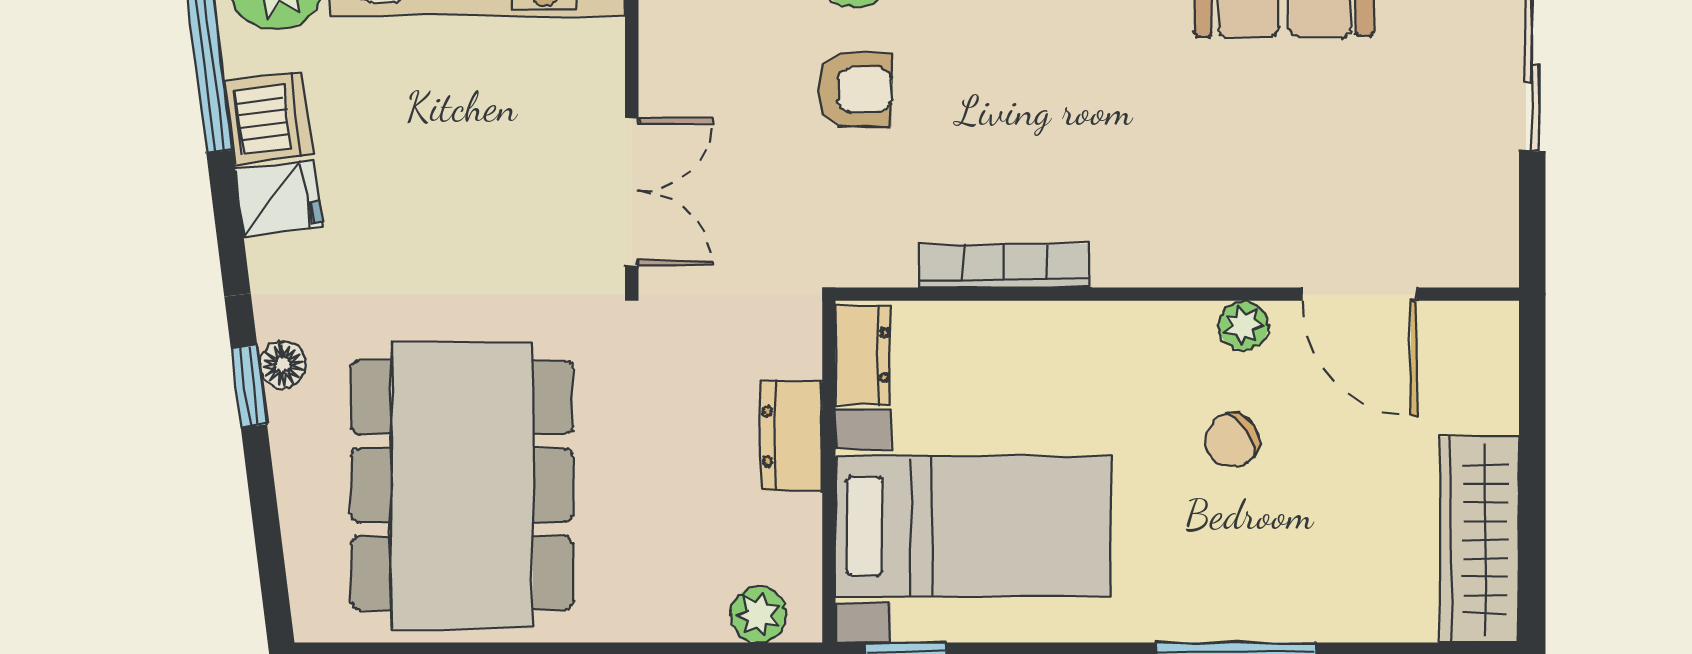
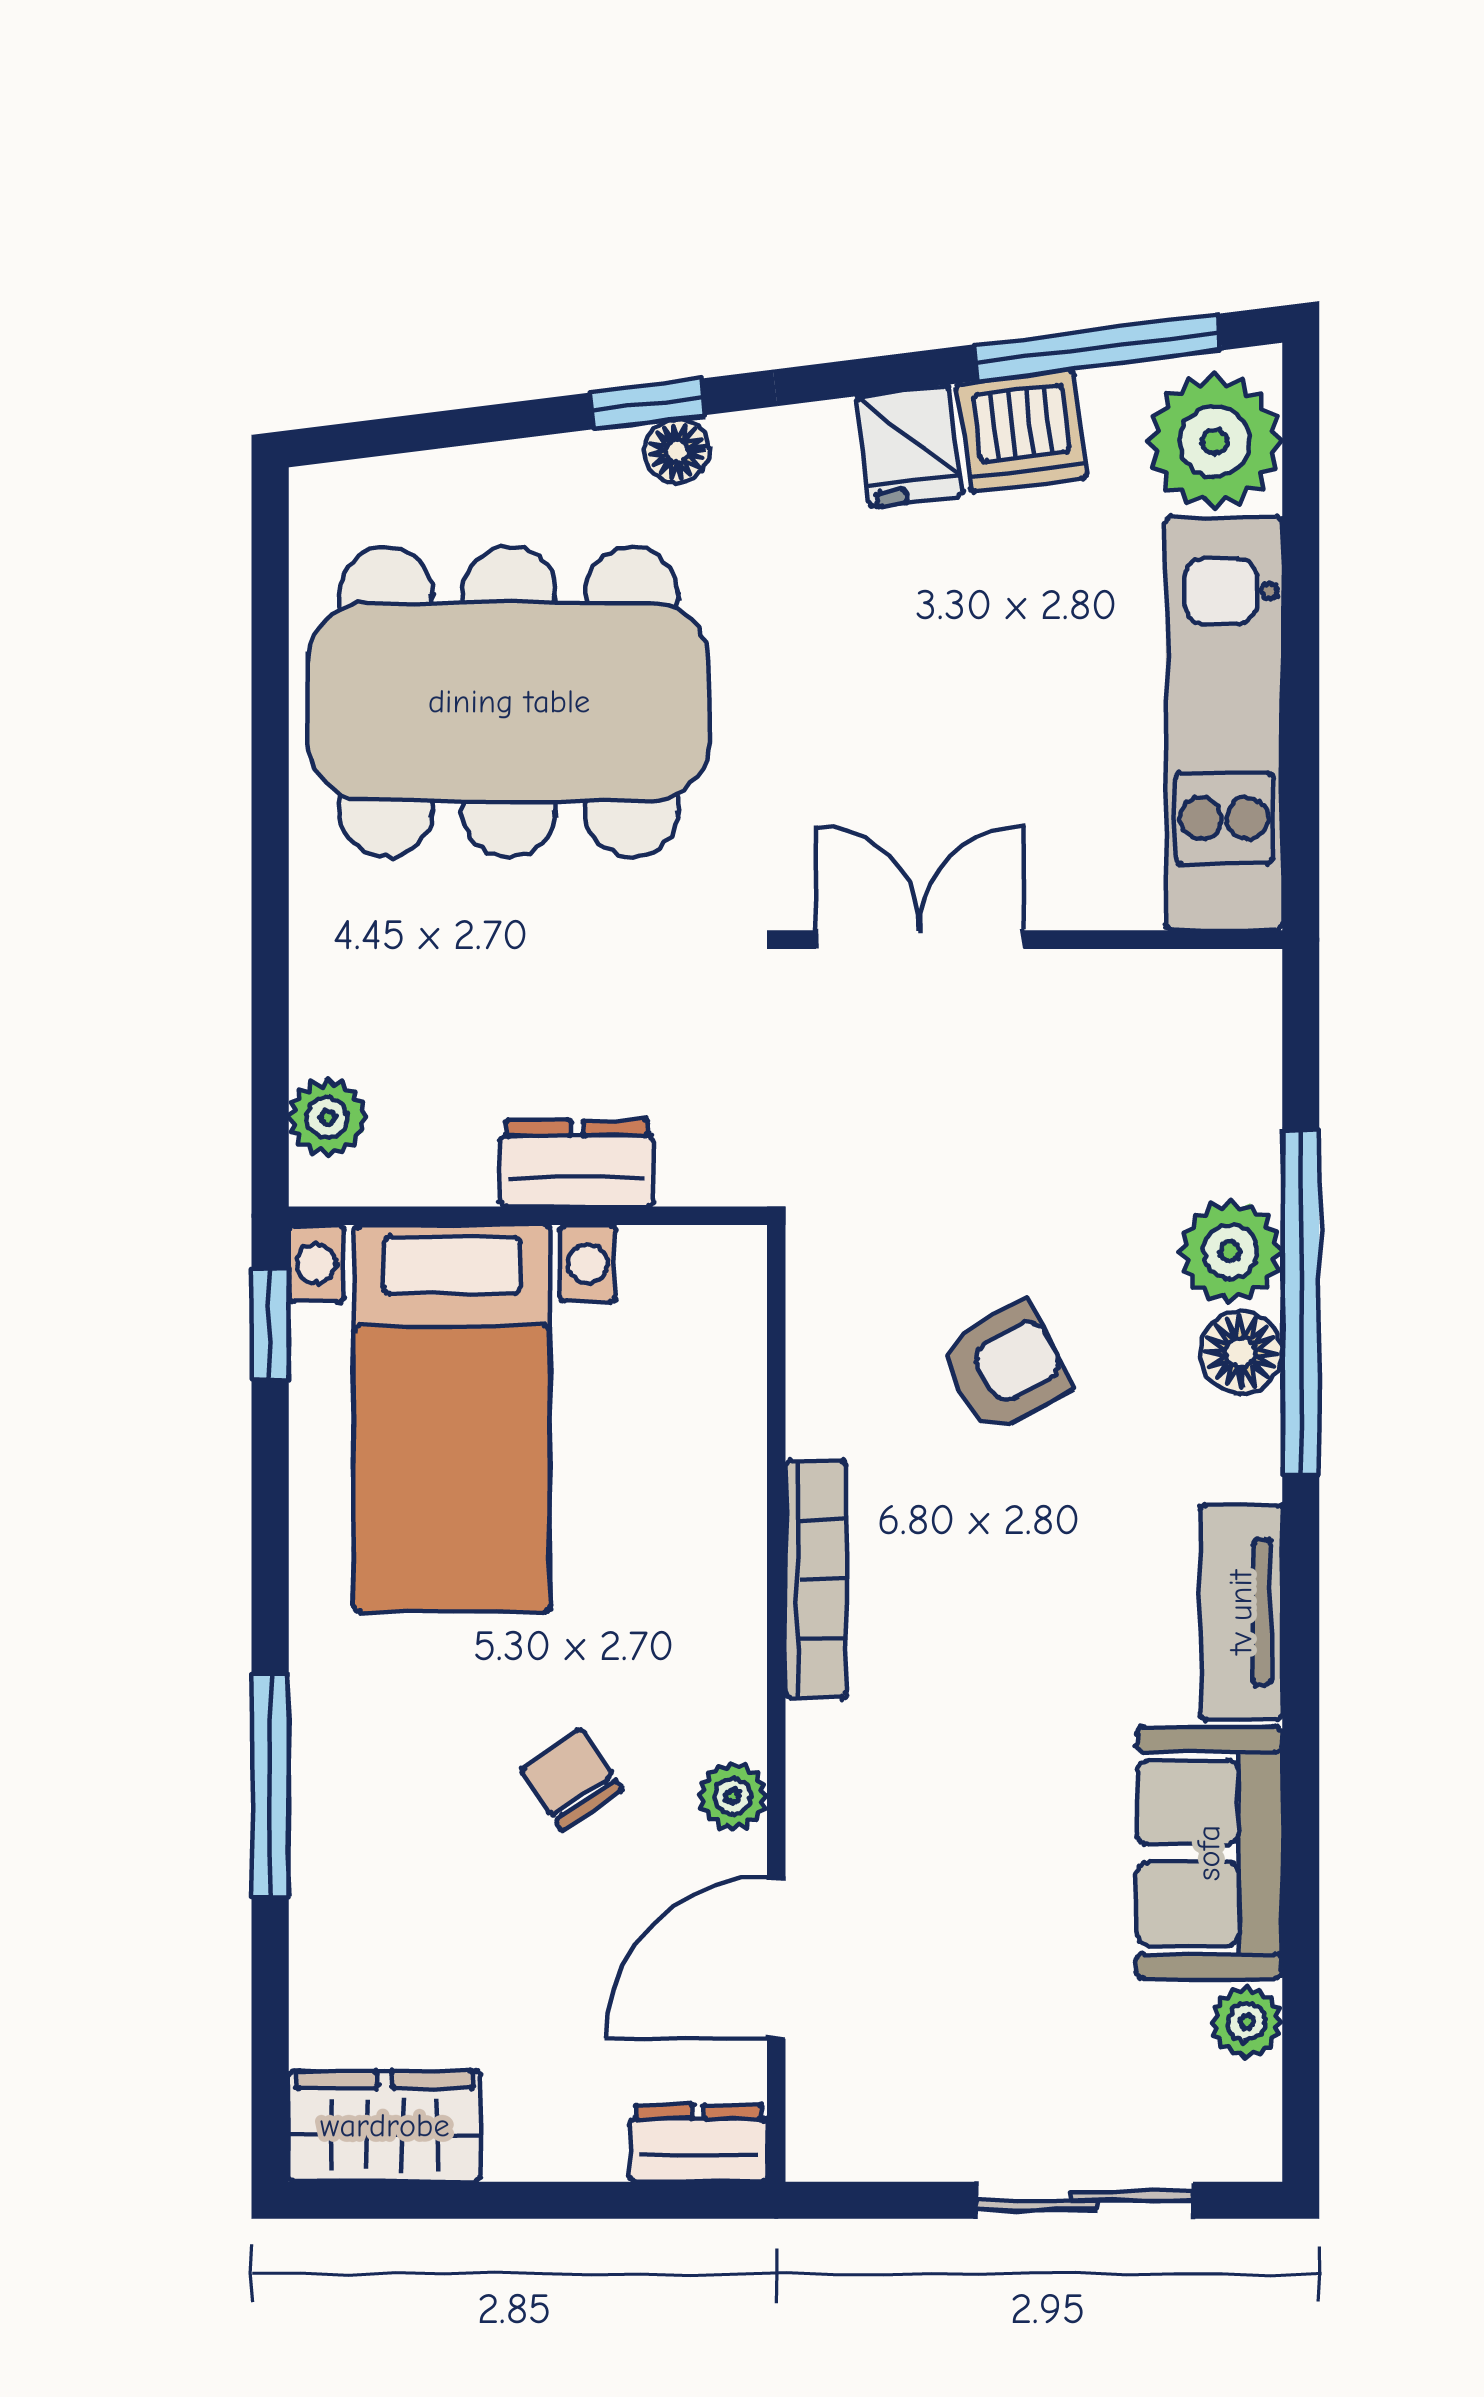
armchair: (855, 90) -> (1005, 1368), moved, turned -118
double door: (632, 192) -> (920, 940), swing flipped
bookcase: (1005, 266) -> (816, 1579), moved
dresser: (863, 355) -> (698, 2143), moved, turned 180
wardrobe: (1479, 540) -> (385, 2126), width x0.67

